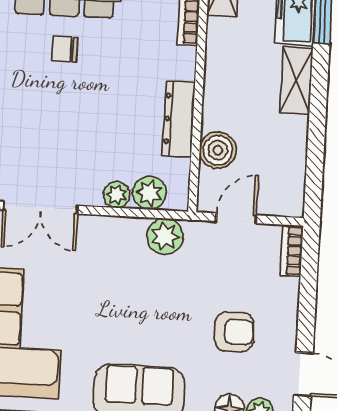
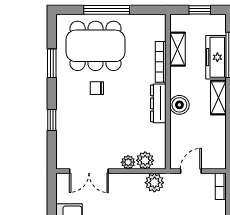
dresser: (179, 119) -> (158, 103), moved
boiler: (218, 150) -> (179, 105), moved

